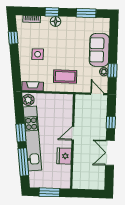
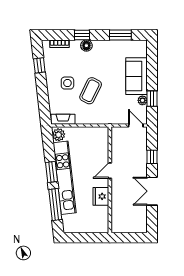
coffee table: (65, 76) -> (91, 91), moved, turned -64
window: (49, 192) -> (85, 238), removed

